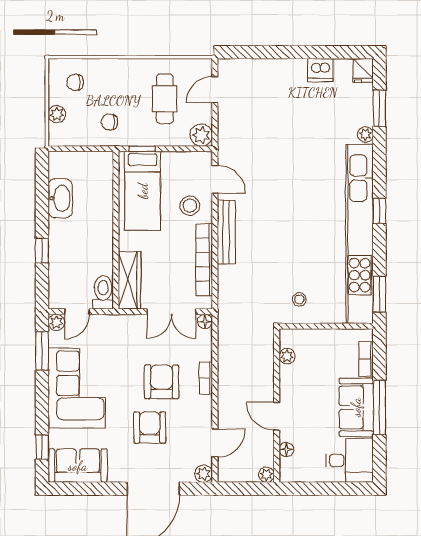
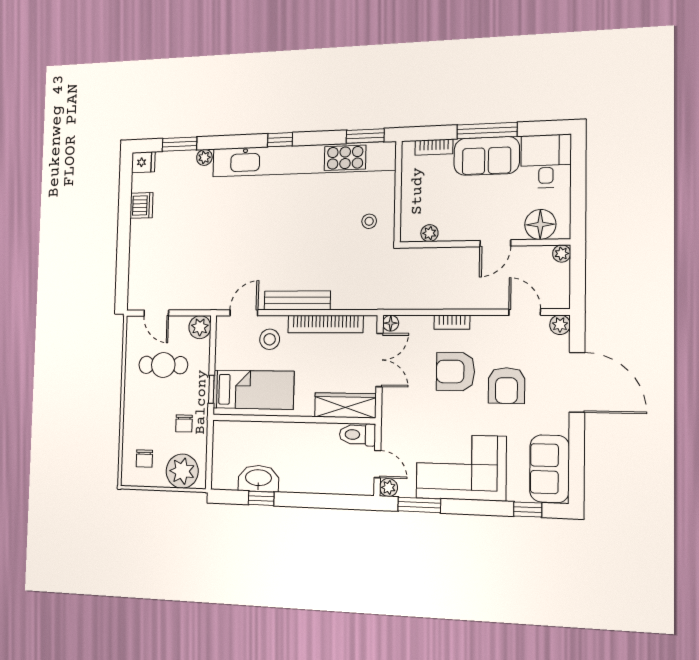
plant: (57, 114) -> (182, 471), width x1.87, depth x1.87
window: (42, 251) -> (261, 498), moved
armchair: (150, 427) -> (506, 385), turned -90
floor lamp: (286, 449) -> (540, 224), width x1.89, depth x1.89

